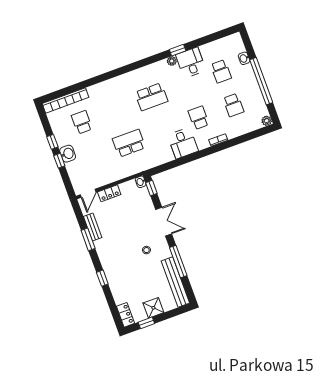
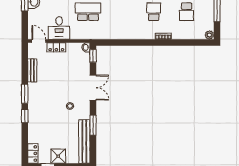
desk: (183, 143) -> (59, 28), moved
door: (88, 193) -> (39, 41), swing flipped
window: (88, 239) -> (25, 94), moved
window: (178, 262) -> (93, 125), width x0.69

